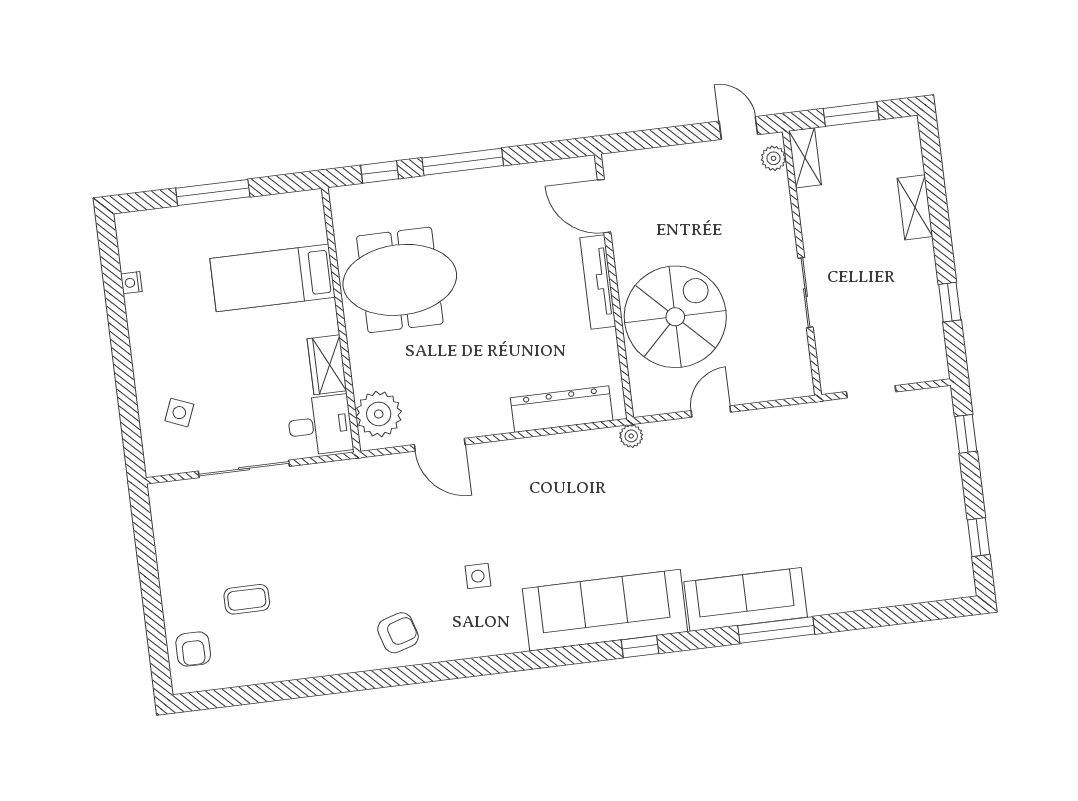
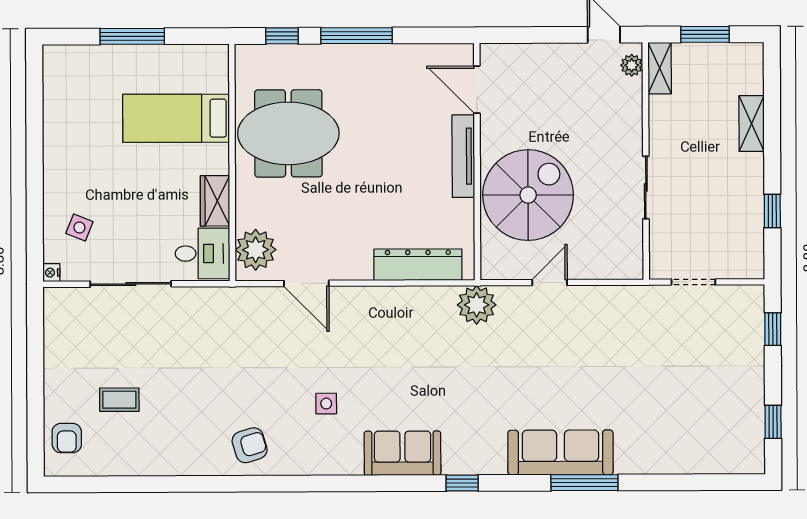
nightstand: (131, 283) -> (51, 273), moved
plant: (631, 436) -> (477, 305), width x1.88, depth x1.88
sofa: (605, 610) -> (402, 453), width x0.54, depth x0.79

